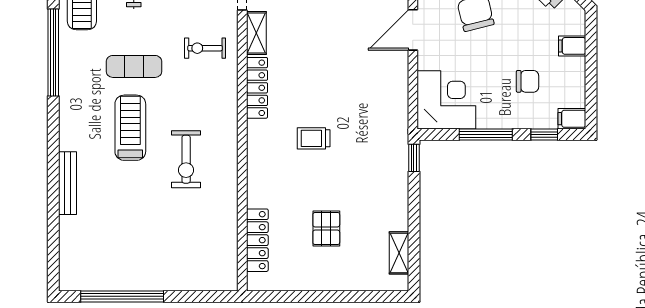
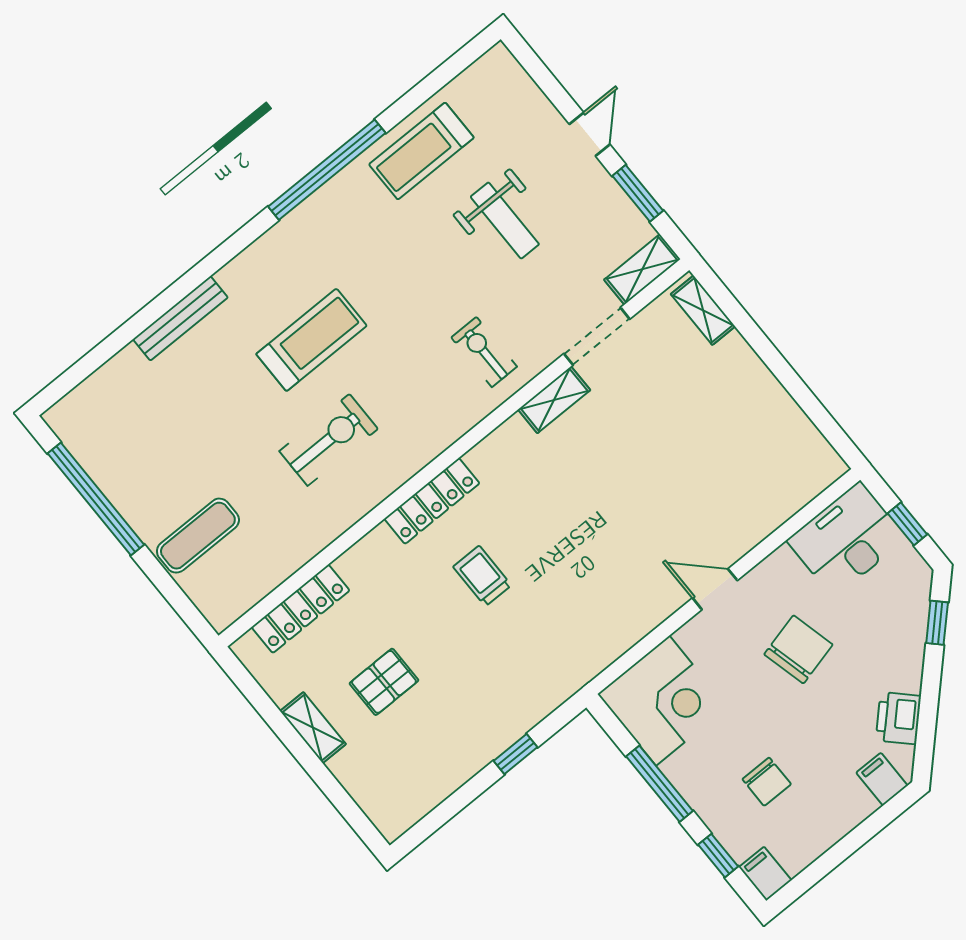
door: (413, 30) -> (715, 589), width x0.73
filing cabinet: (572, 46) -> (882, 779), moved
exercise mat: (134, 66) -> (198, 536), moved, turned 90
locker: (257, 88) -> (432, 501), moved
window: (414, 158) -> (516, 754), moved
exercise bike: (186, 159) -> (329, 440), turned 180
shelving: (399, 253) -> (313, 728), moved, turned 90

